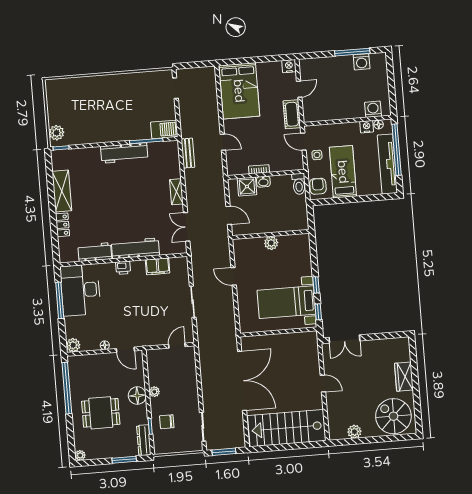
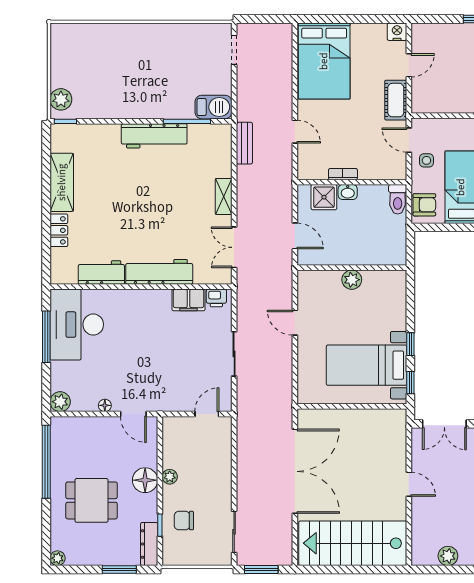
armchair: (318, 186) -> (424, 205), turned 90
printer: (123, 268) -> (216, 298), moved

